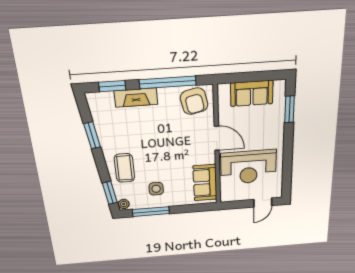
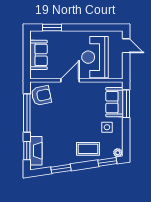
fireplace: (136, 98) -> (36, 151), moved
reception desk: (248, 167) -> (95, 57), turned 180
sofa: (205, 183) -> (114, 102), moved, turned 90
window: (151, 212) -> (126, 104), moved

